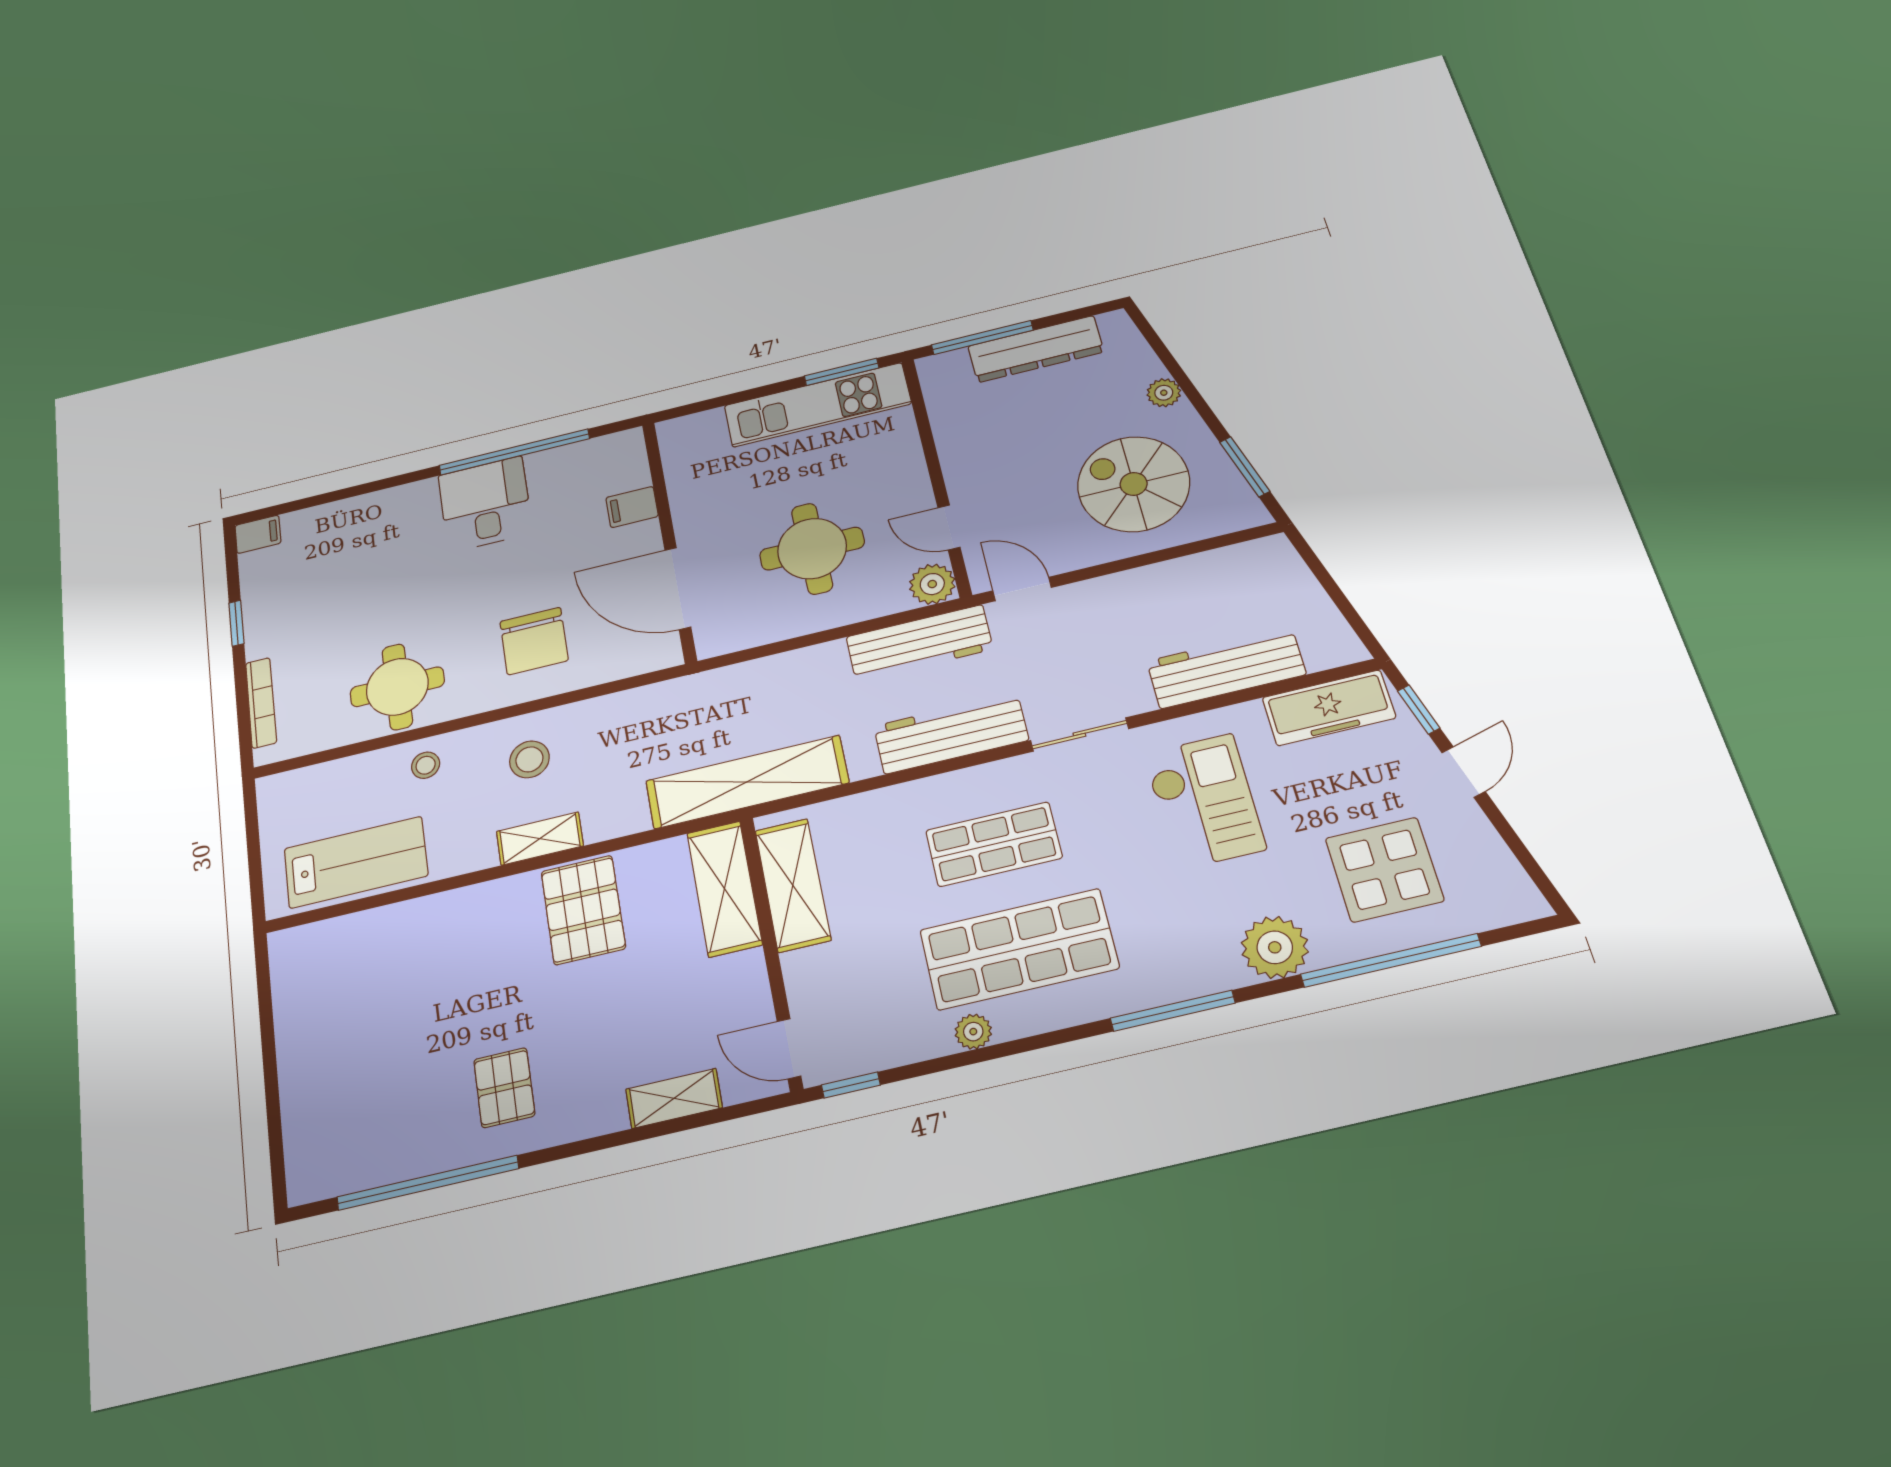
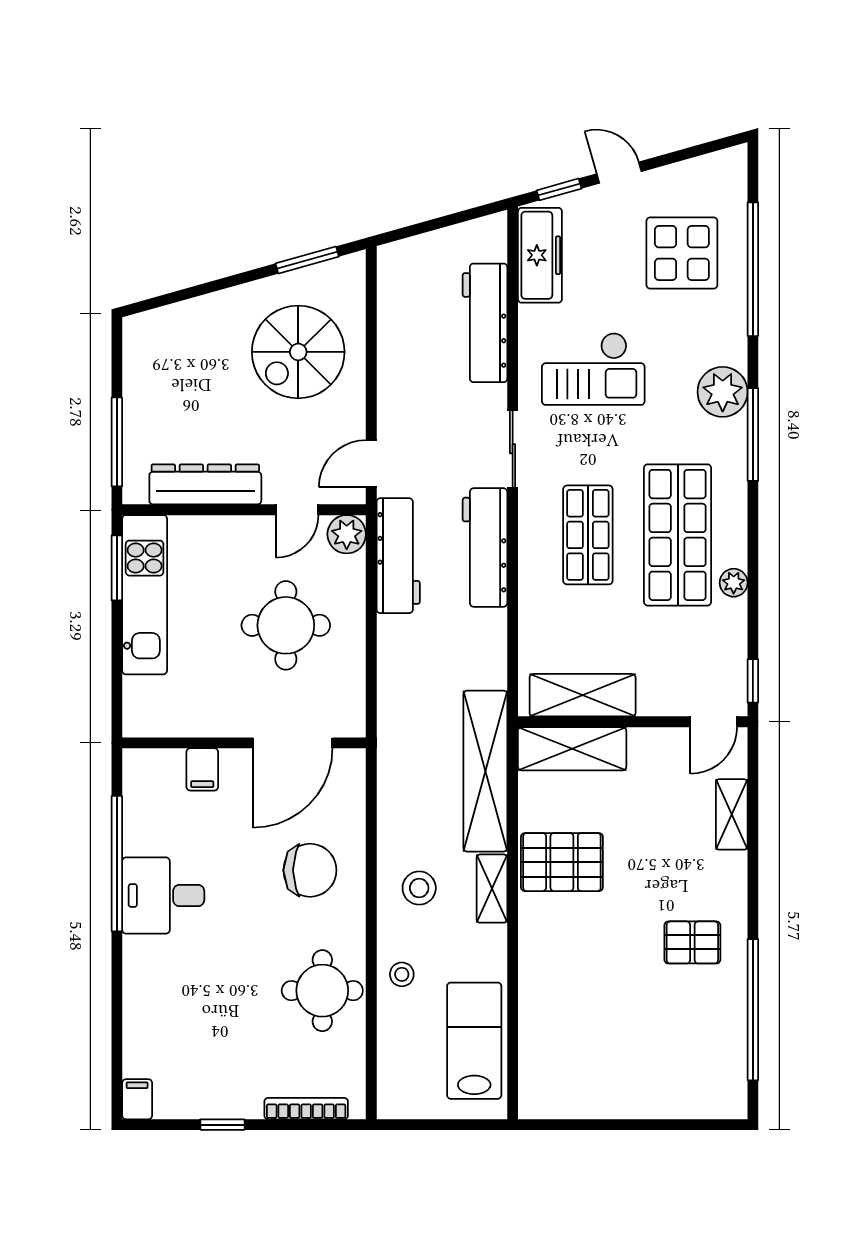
dresser: (1036, 349) -> (205, 484), moved, turned -90
plant: (1164, 393) -> (217, 306), removed
shelving: (747, 782) -> (485, 771), moved
checkout: (1204, 801) -> (593, 369), turned 180
plant: (1275, 947) -> (723, 392), moved

